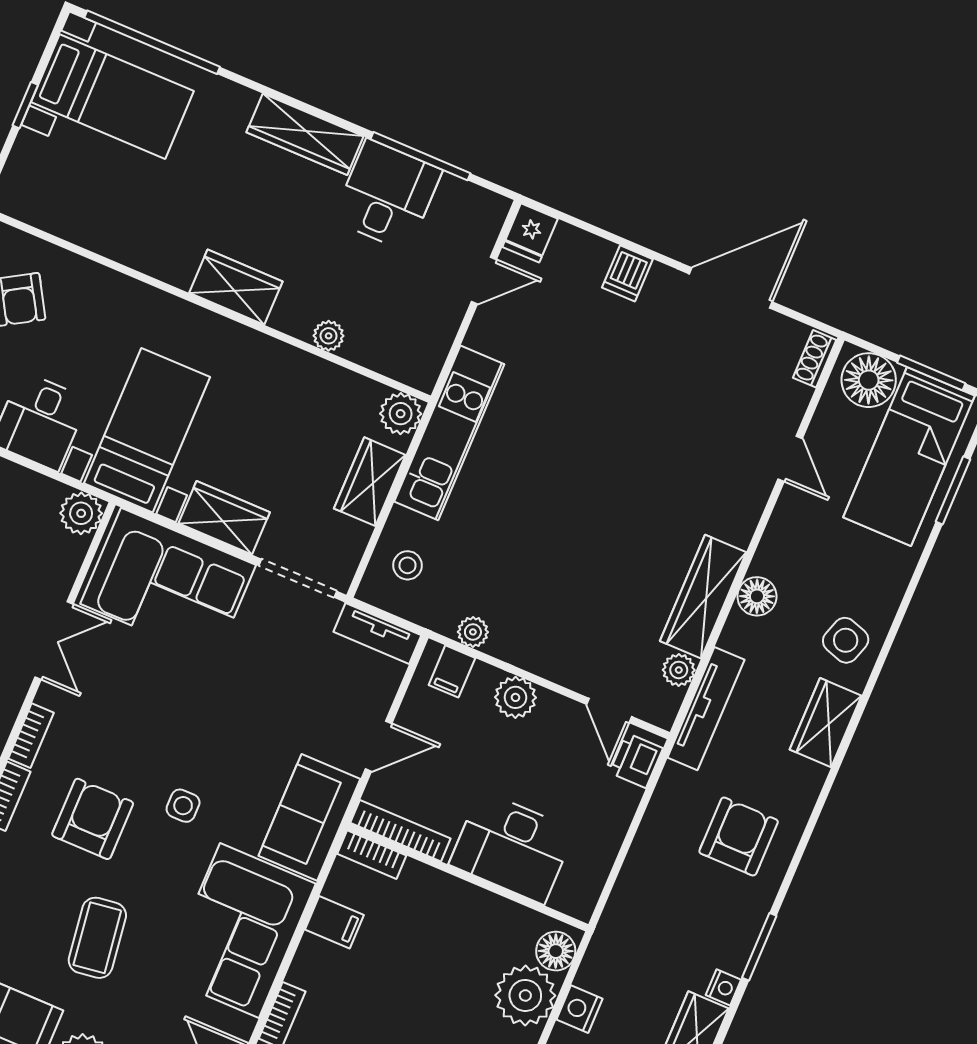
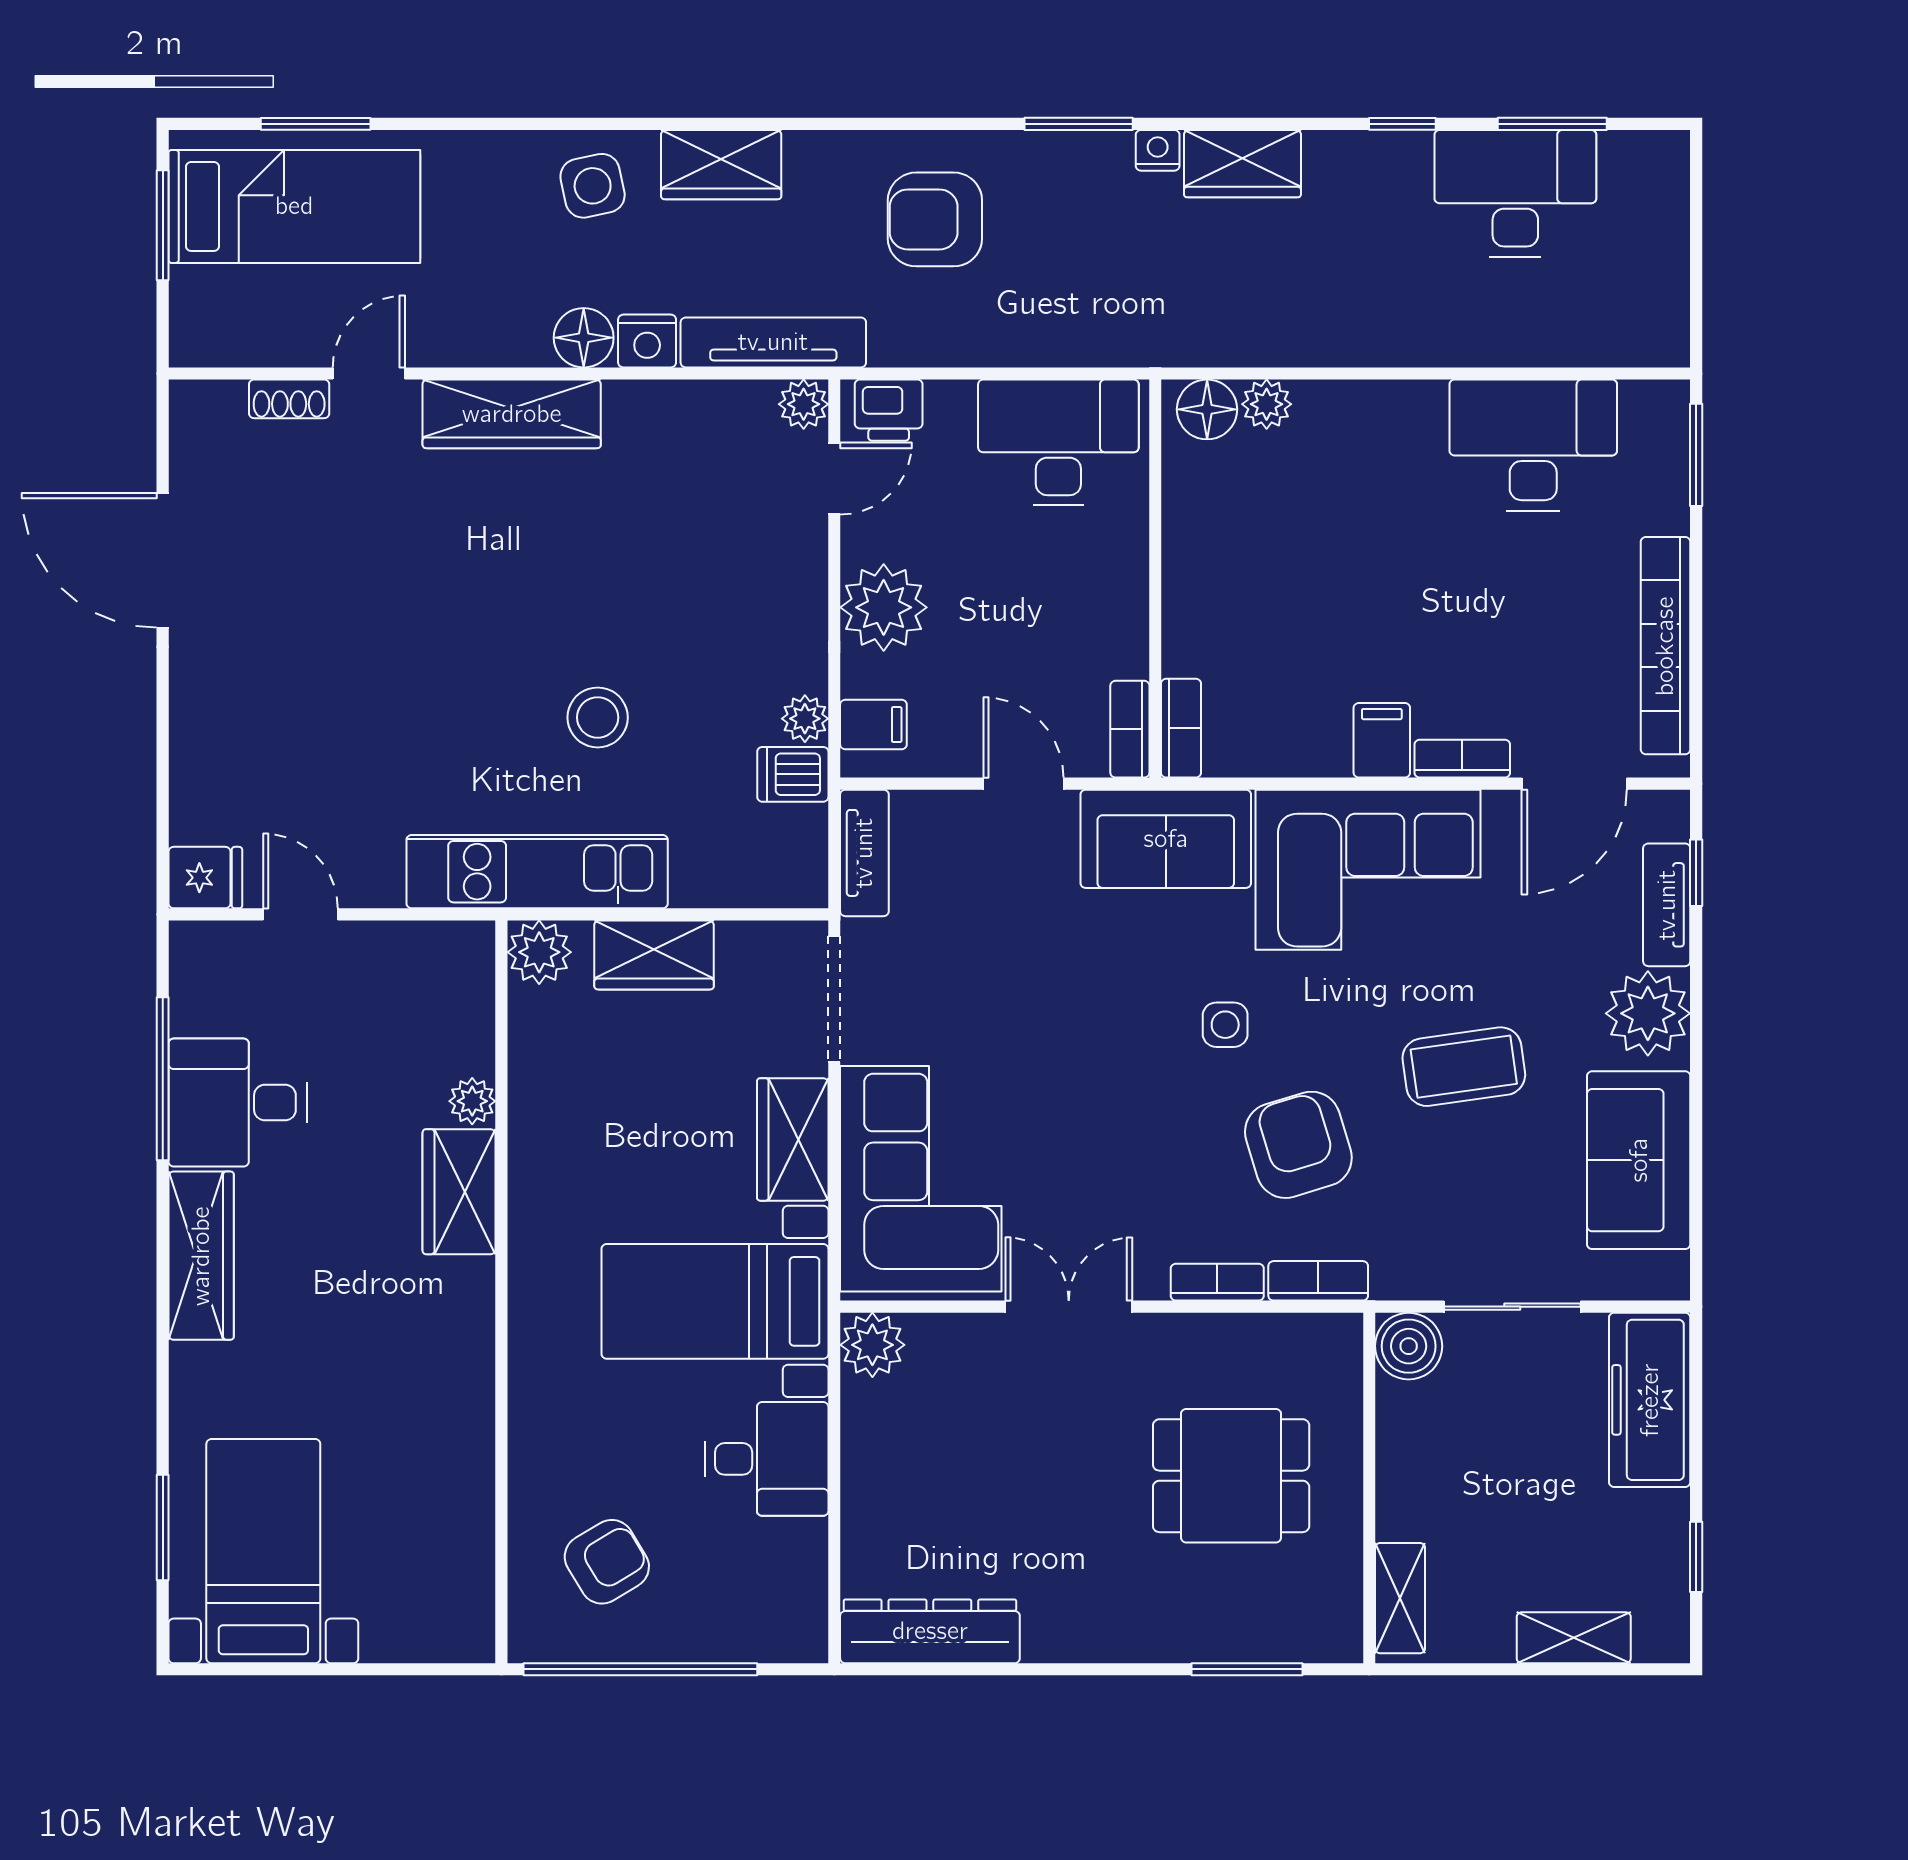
window: (152, 42) -> (163, 1527), width x0.47
window: (25, 105) -> (328, 1669), removed
dishwasher: (627, 273) -> (793, 774), moved, turned 180
wardrobe: (236, 287) -> (459, 1192), moved
shoe rack: (815, 359) -> (289, 399), moved
floor lamp: (869, 380) -> (210, 310), removed
stool: (408, 565) -> (598, 717), moved, width x1.37, depth x1.37
wardrobe: (703, 597) -> (512, 414), moved
side table: (846, 640) -> (593, 186), turned -30
plant: (679, 670) -> (804, 404), moved
plant: (515, 697) -> (884, 607), width x1.36, depth x1.36
armchair: (93, 819) -> (1298, 1145), turned 73
bookcase: (400, 831) -> (1130, 729), width x0.64
desk: (512, 847) -> (1058, 442), moved, turned -90
filing cabinet: (334, 922) -> (1382, 740), moved
plant: (525, 995) -> (1267, 404), width x0.53, depth x0.53
nightstand: (579, 1009) -> (647, 341), moved

